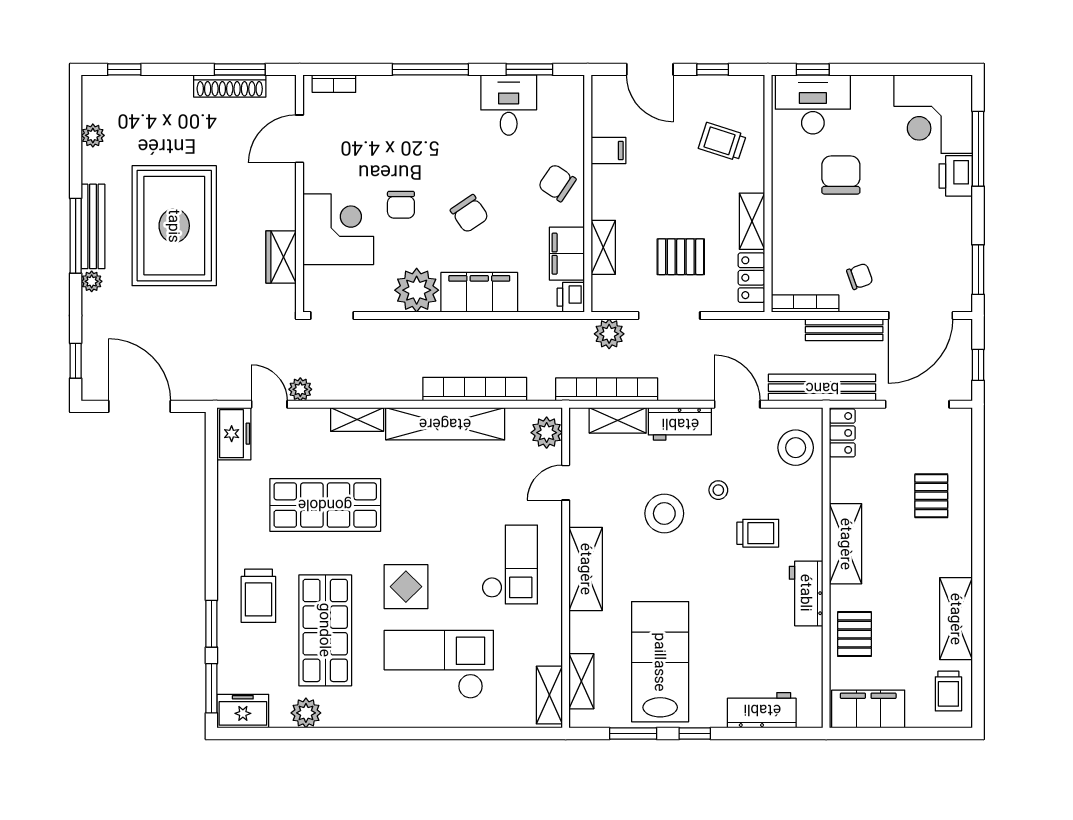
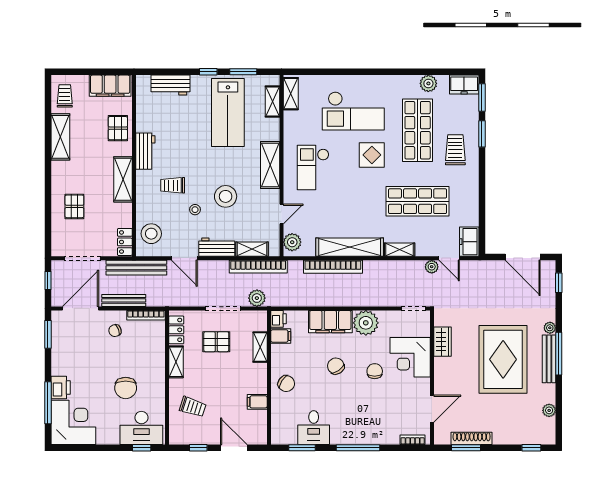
filing cabinet: (567, 254) -> (281, 336), width x0.50

